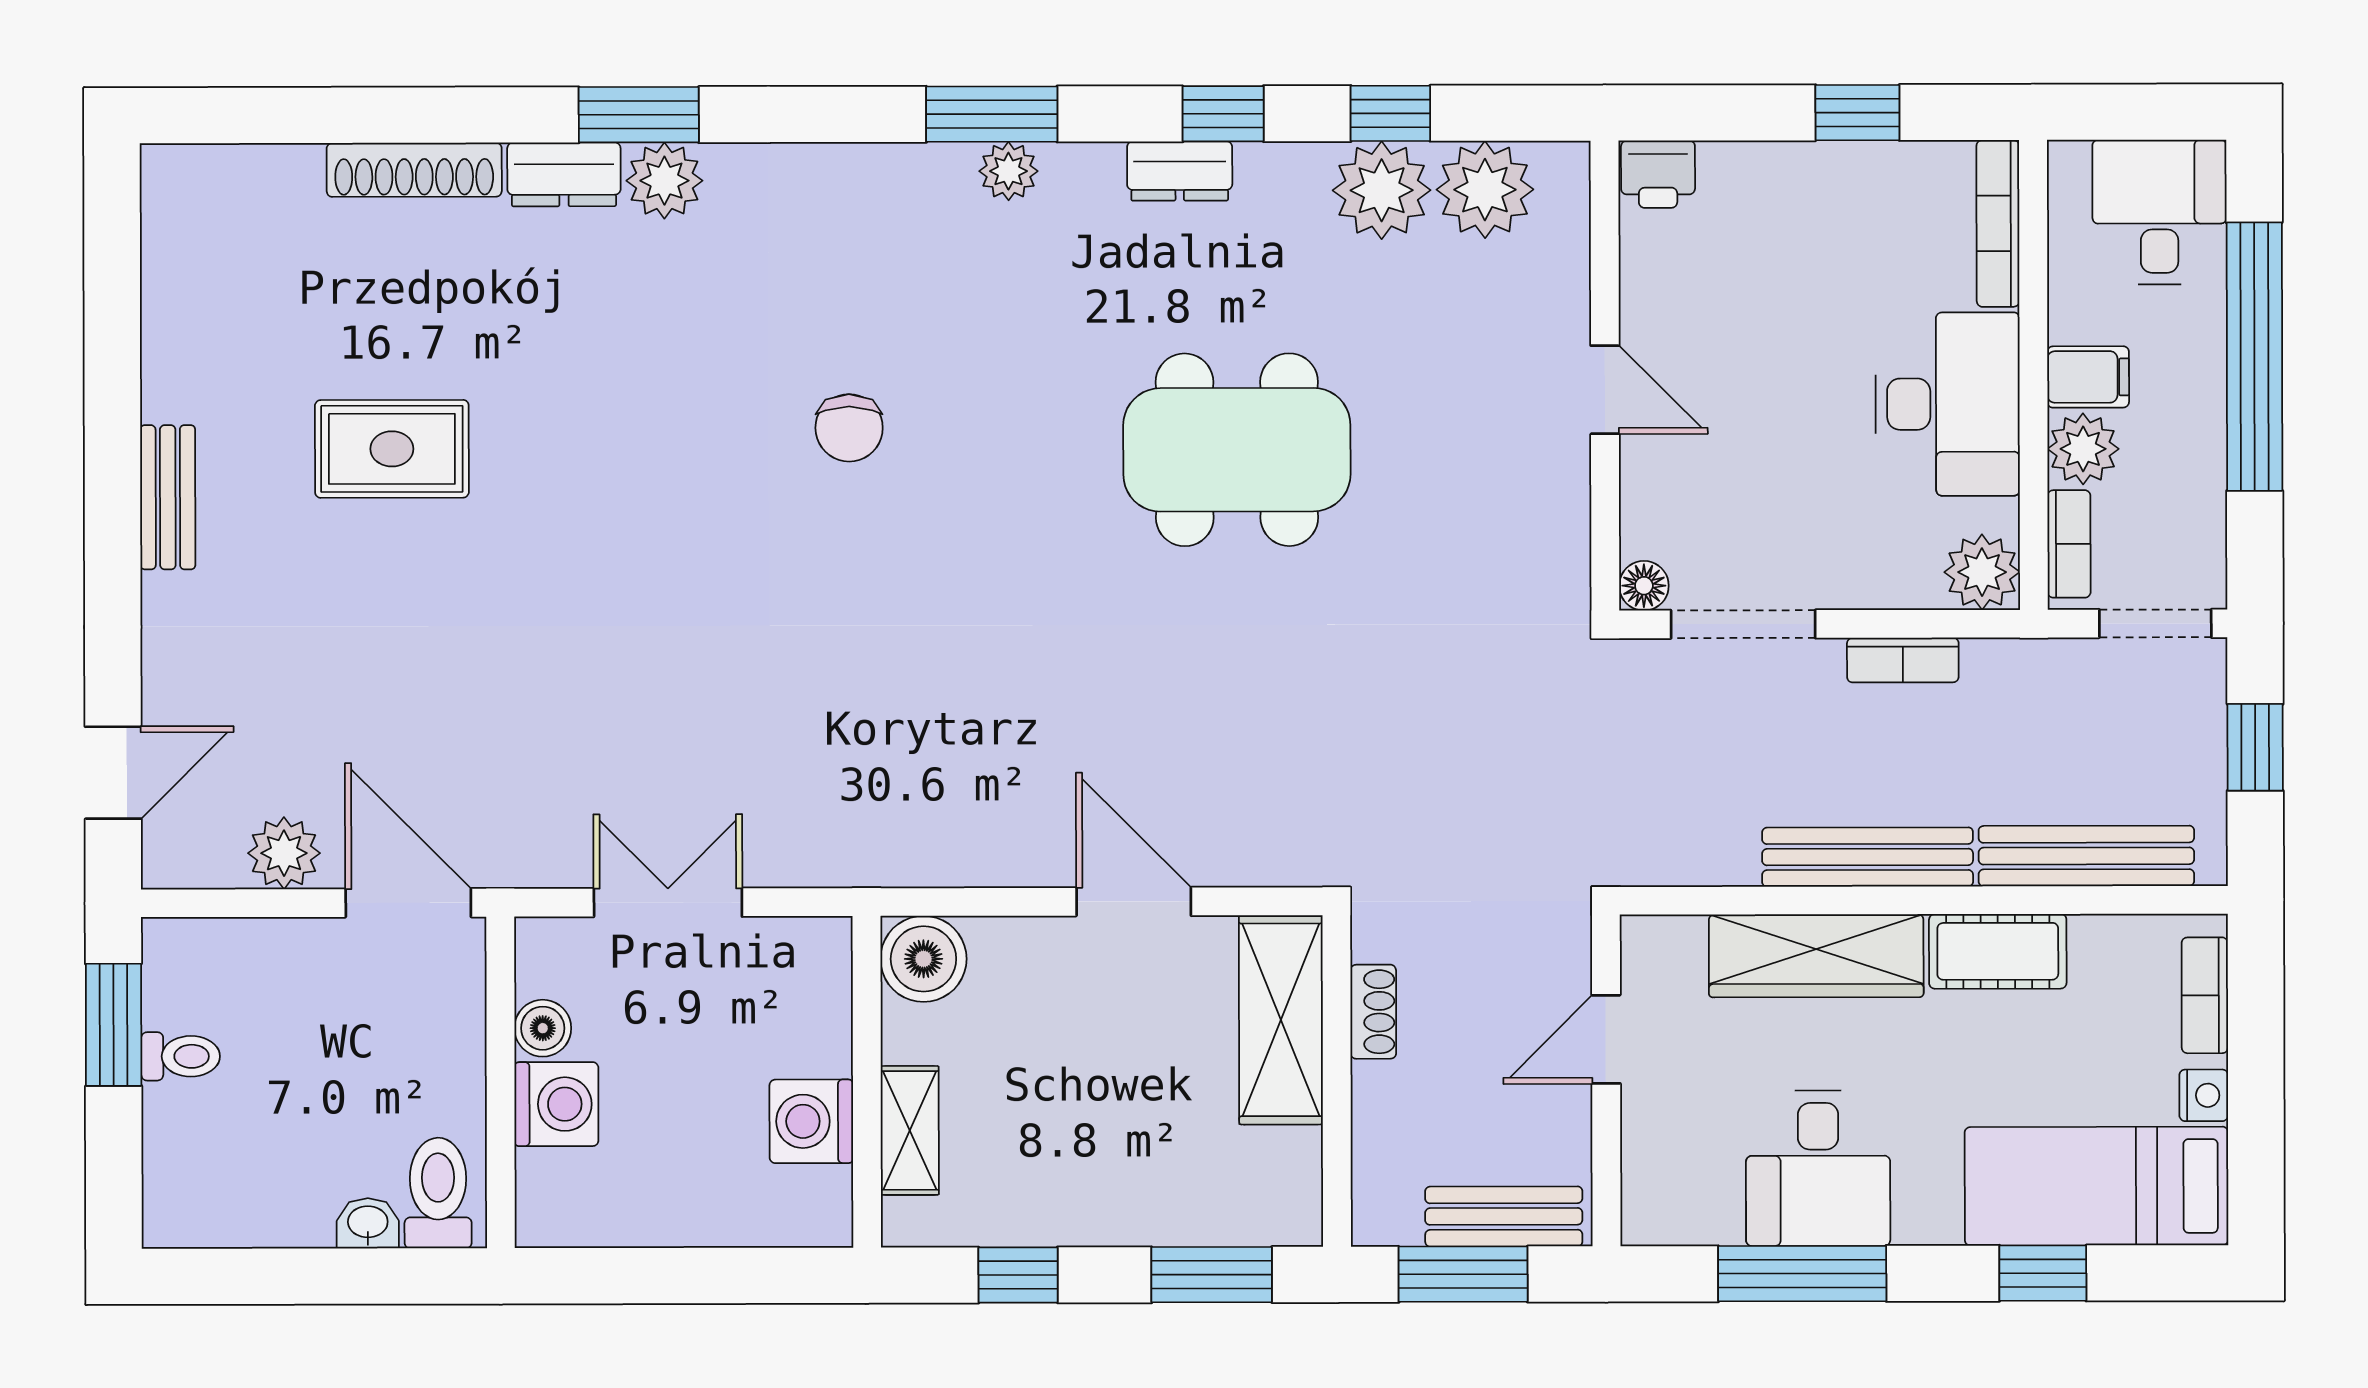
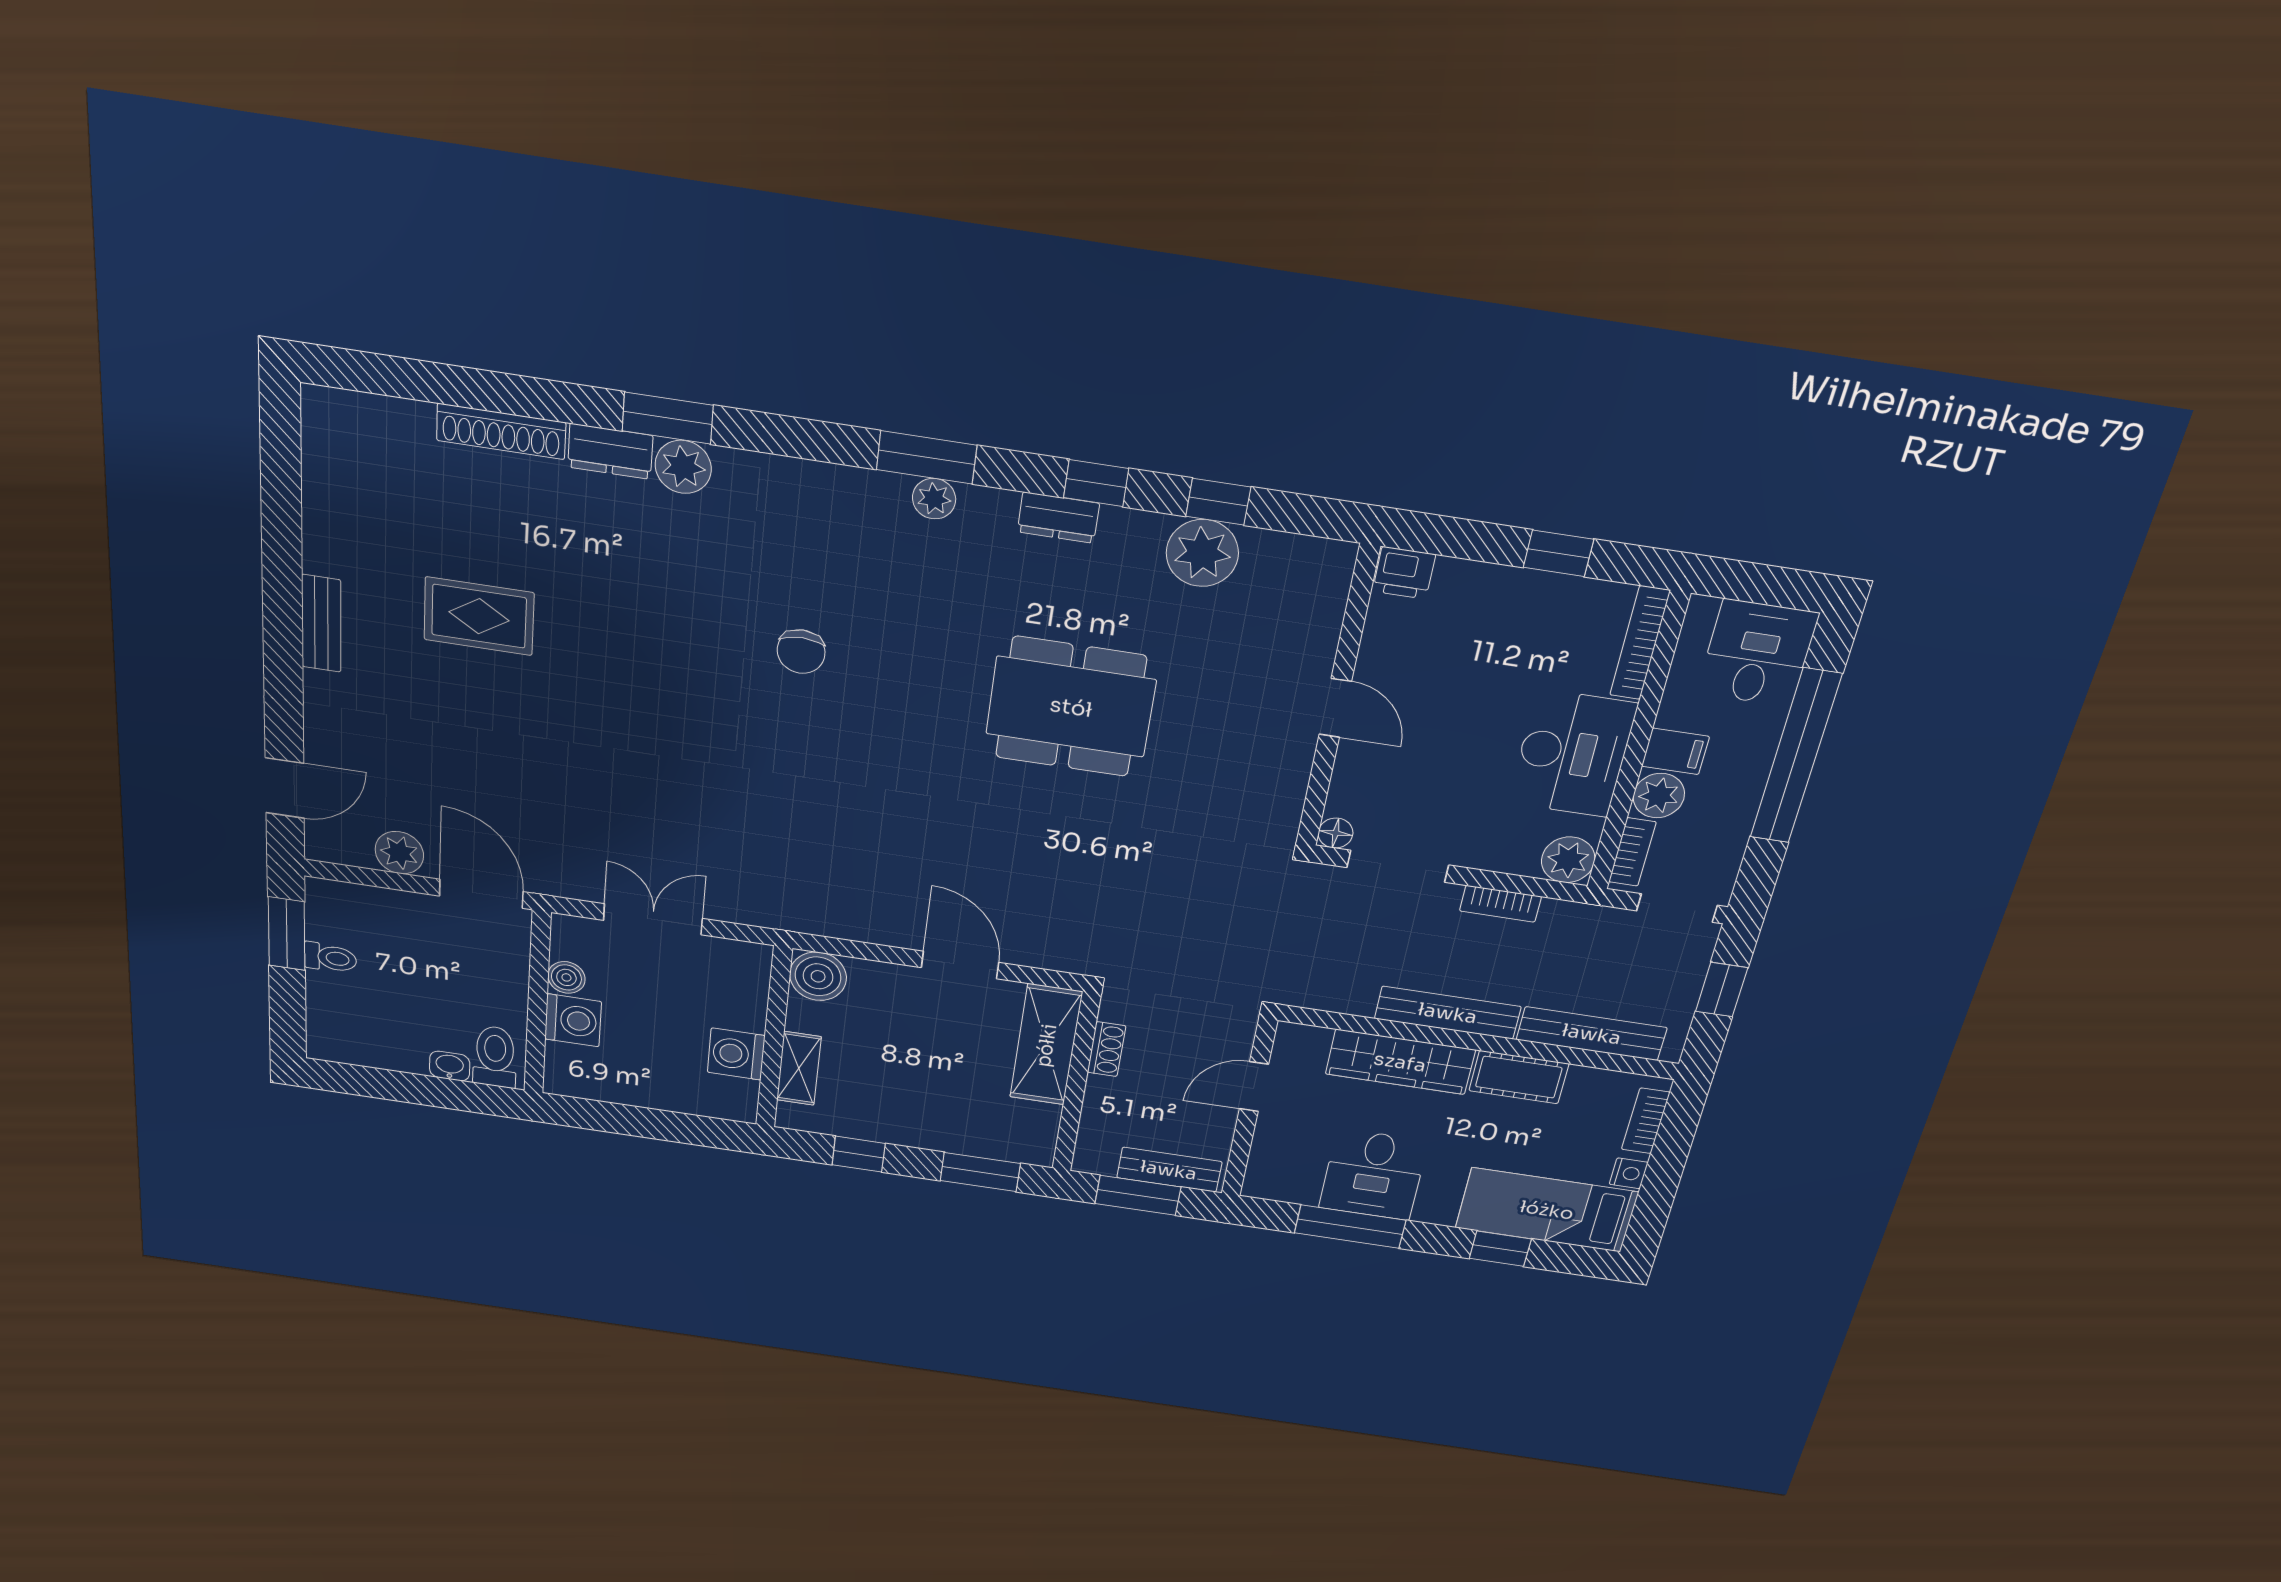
plant: (1485, 190) -> (1277, 564), removed

